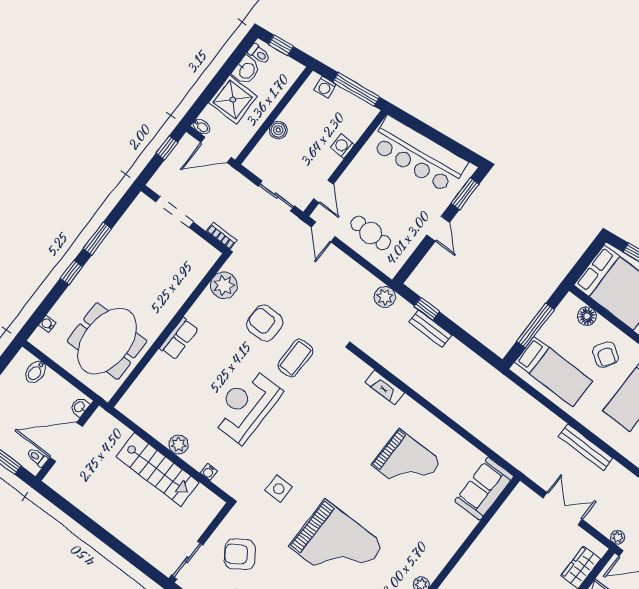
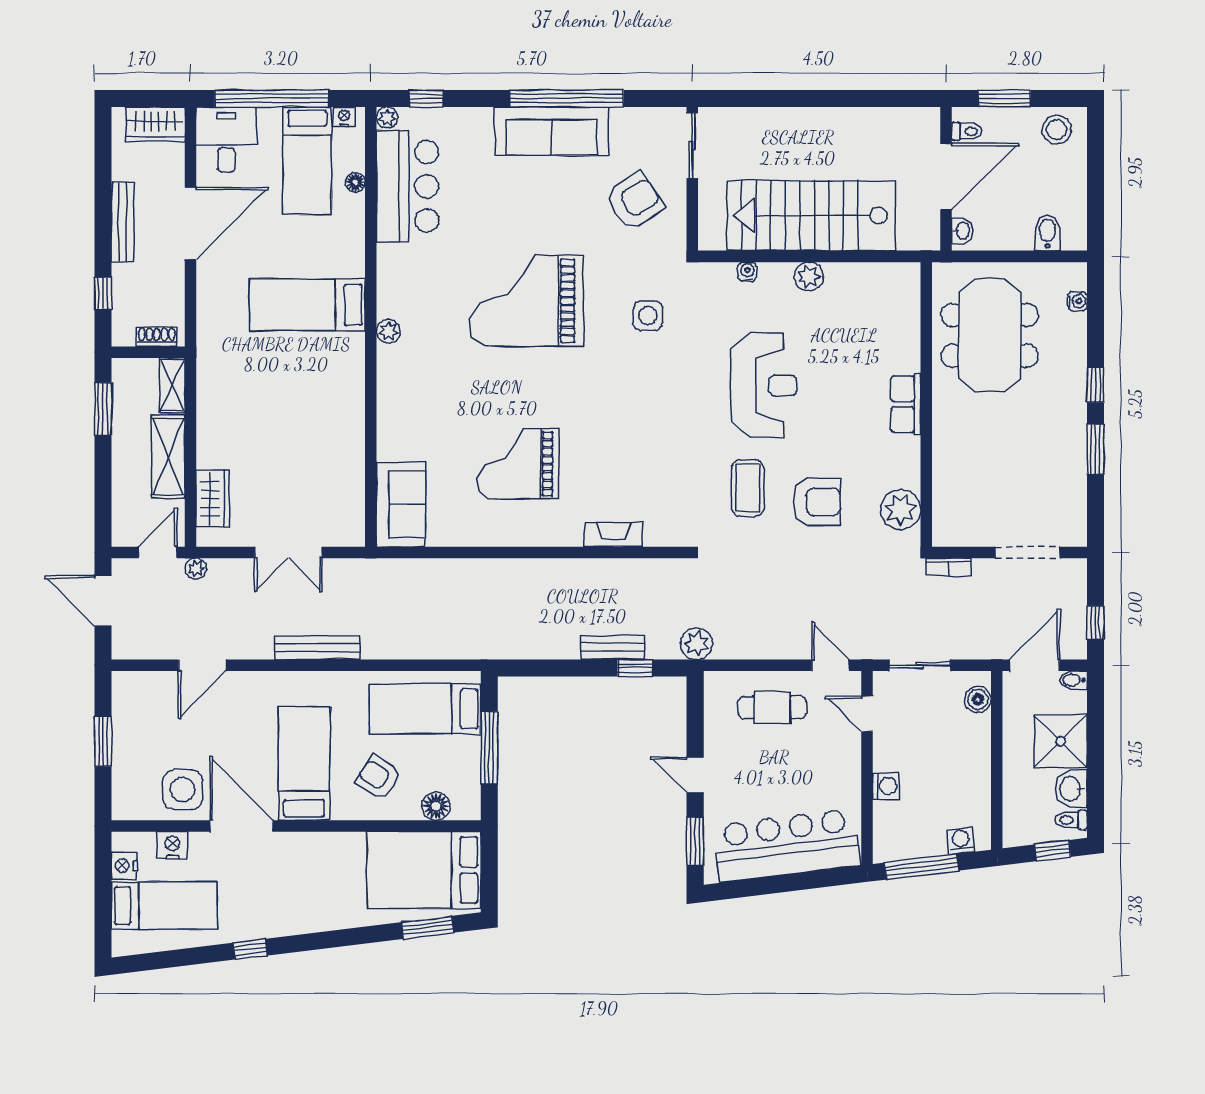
boiler: (278, 130) -> (978, 699), moved
stairs: (158, 469) -> (811, 216), width x1.36, depth x1.51

